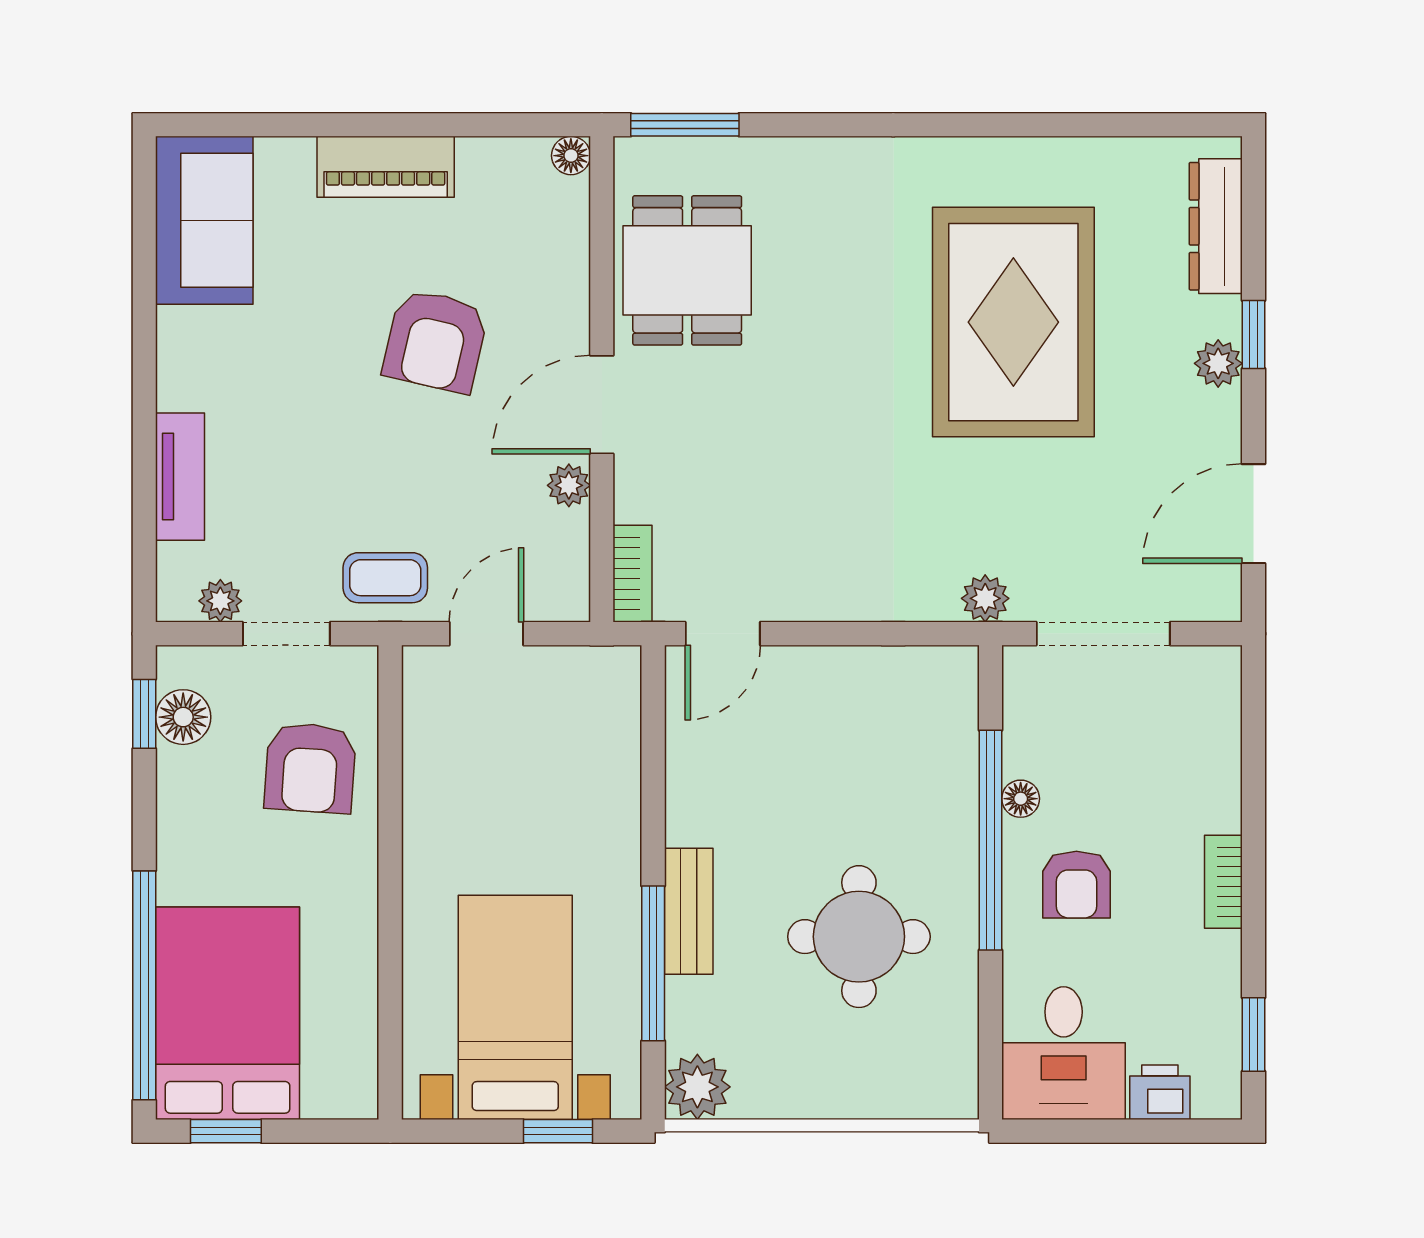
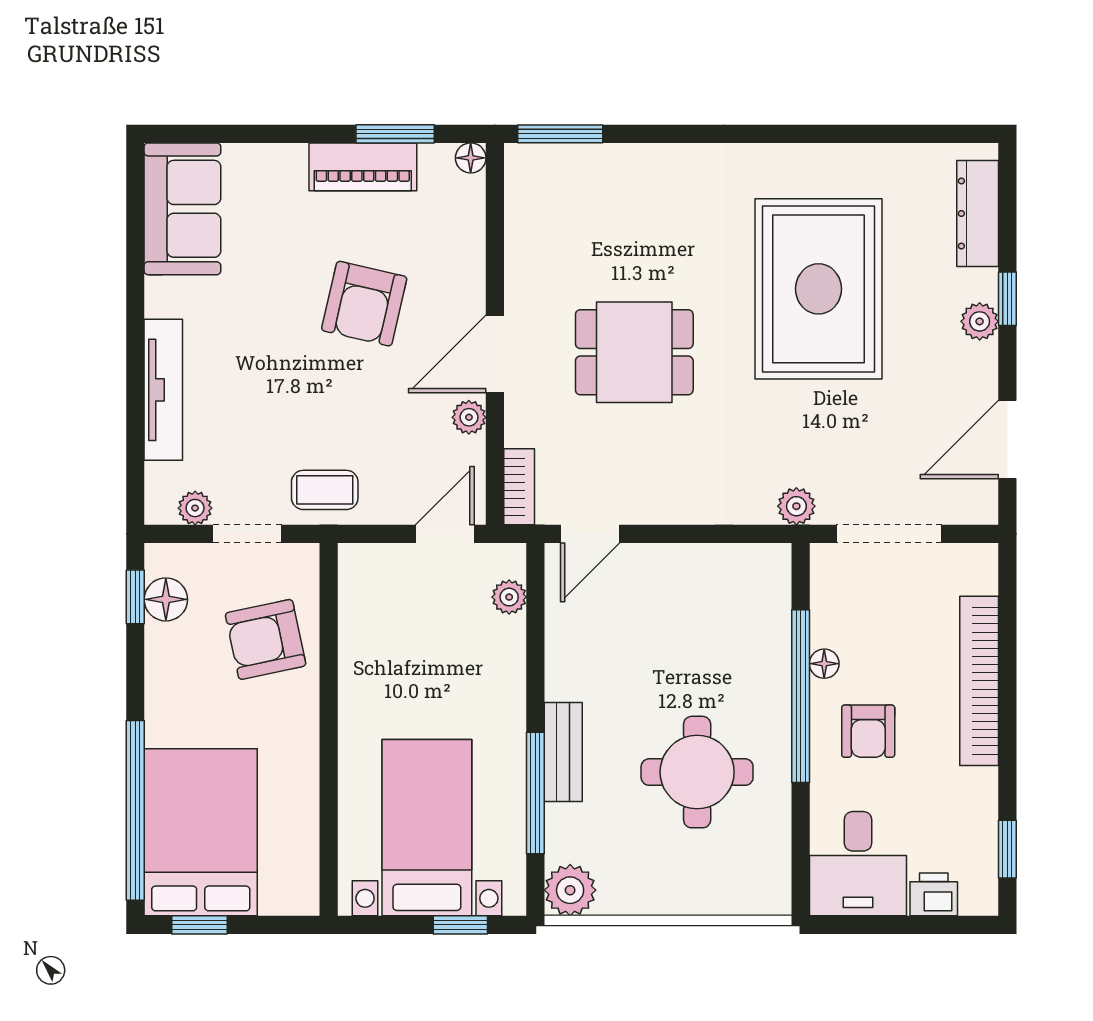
window: (475, 125) -> (395, 134), added
piano: (386, 167) -> (363, 167), moved
dining table: (687, 270) -> (634, 352), moved, turned 90
tv unit: (180, 477) -> (163, 390), width x1.41
door: (486, 634) -> (445, 534), moved
plant: (620, 714) -> (509, 597), added
armchair: (310, 768) -> (266, 639), turned 74
bookcase: (1223, 882) -> (979, 681), width x2.31, depth x1.31

